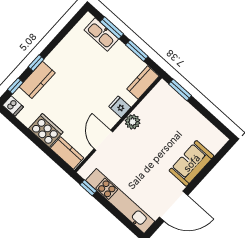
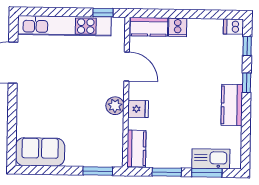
kitchen counter: (37, 80) -> (232, 105), moved
cooker: (46, 130) -> (178, 27), width x0.53, depth x0.76
sofa: (192, 163) -> (40, 152), moved, turned -90

